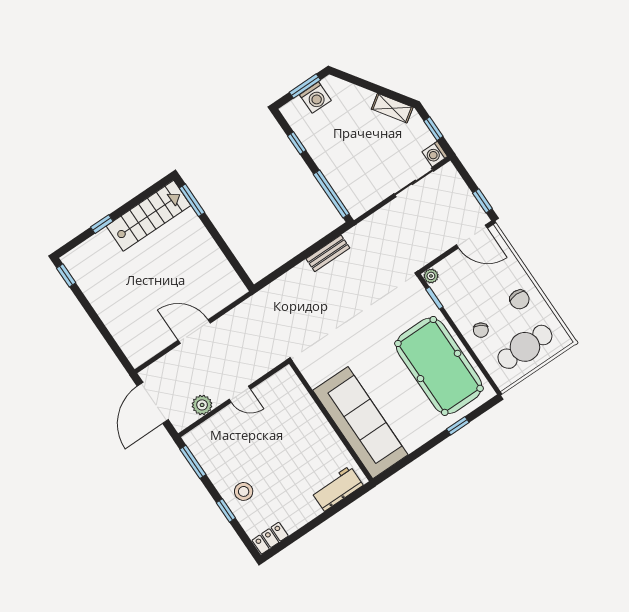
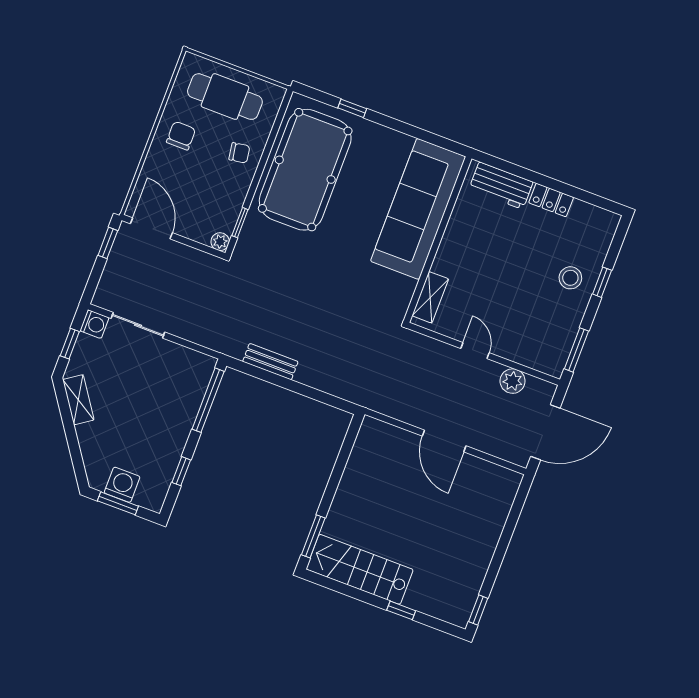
chair: (481, 330) -> (239, 153), turned 49
shelving: (296, 389) -> (430, 297), added
locker: (270, 538) -> (551, 200), moved

